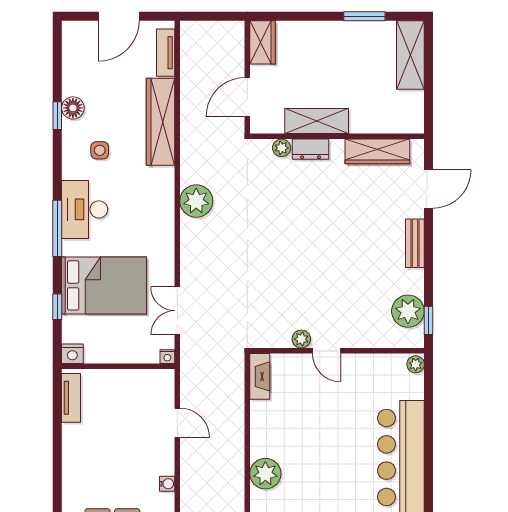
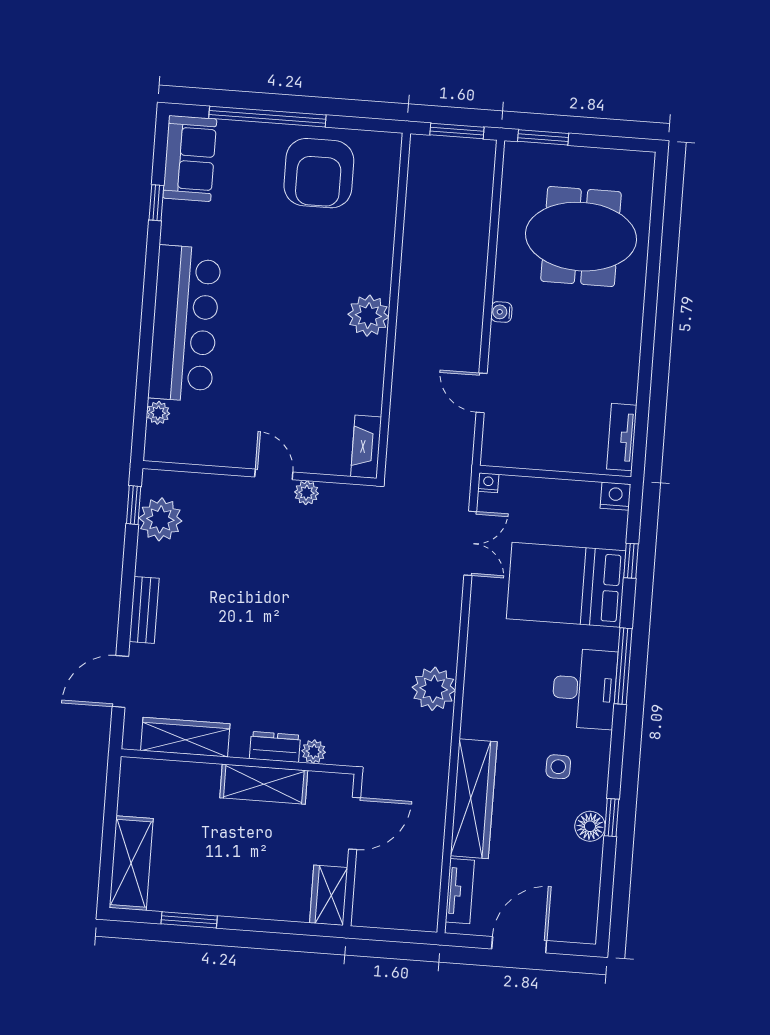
plant: (416, 364) -> (158, 413), moved

